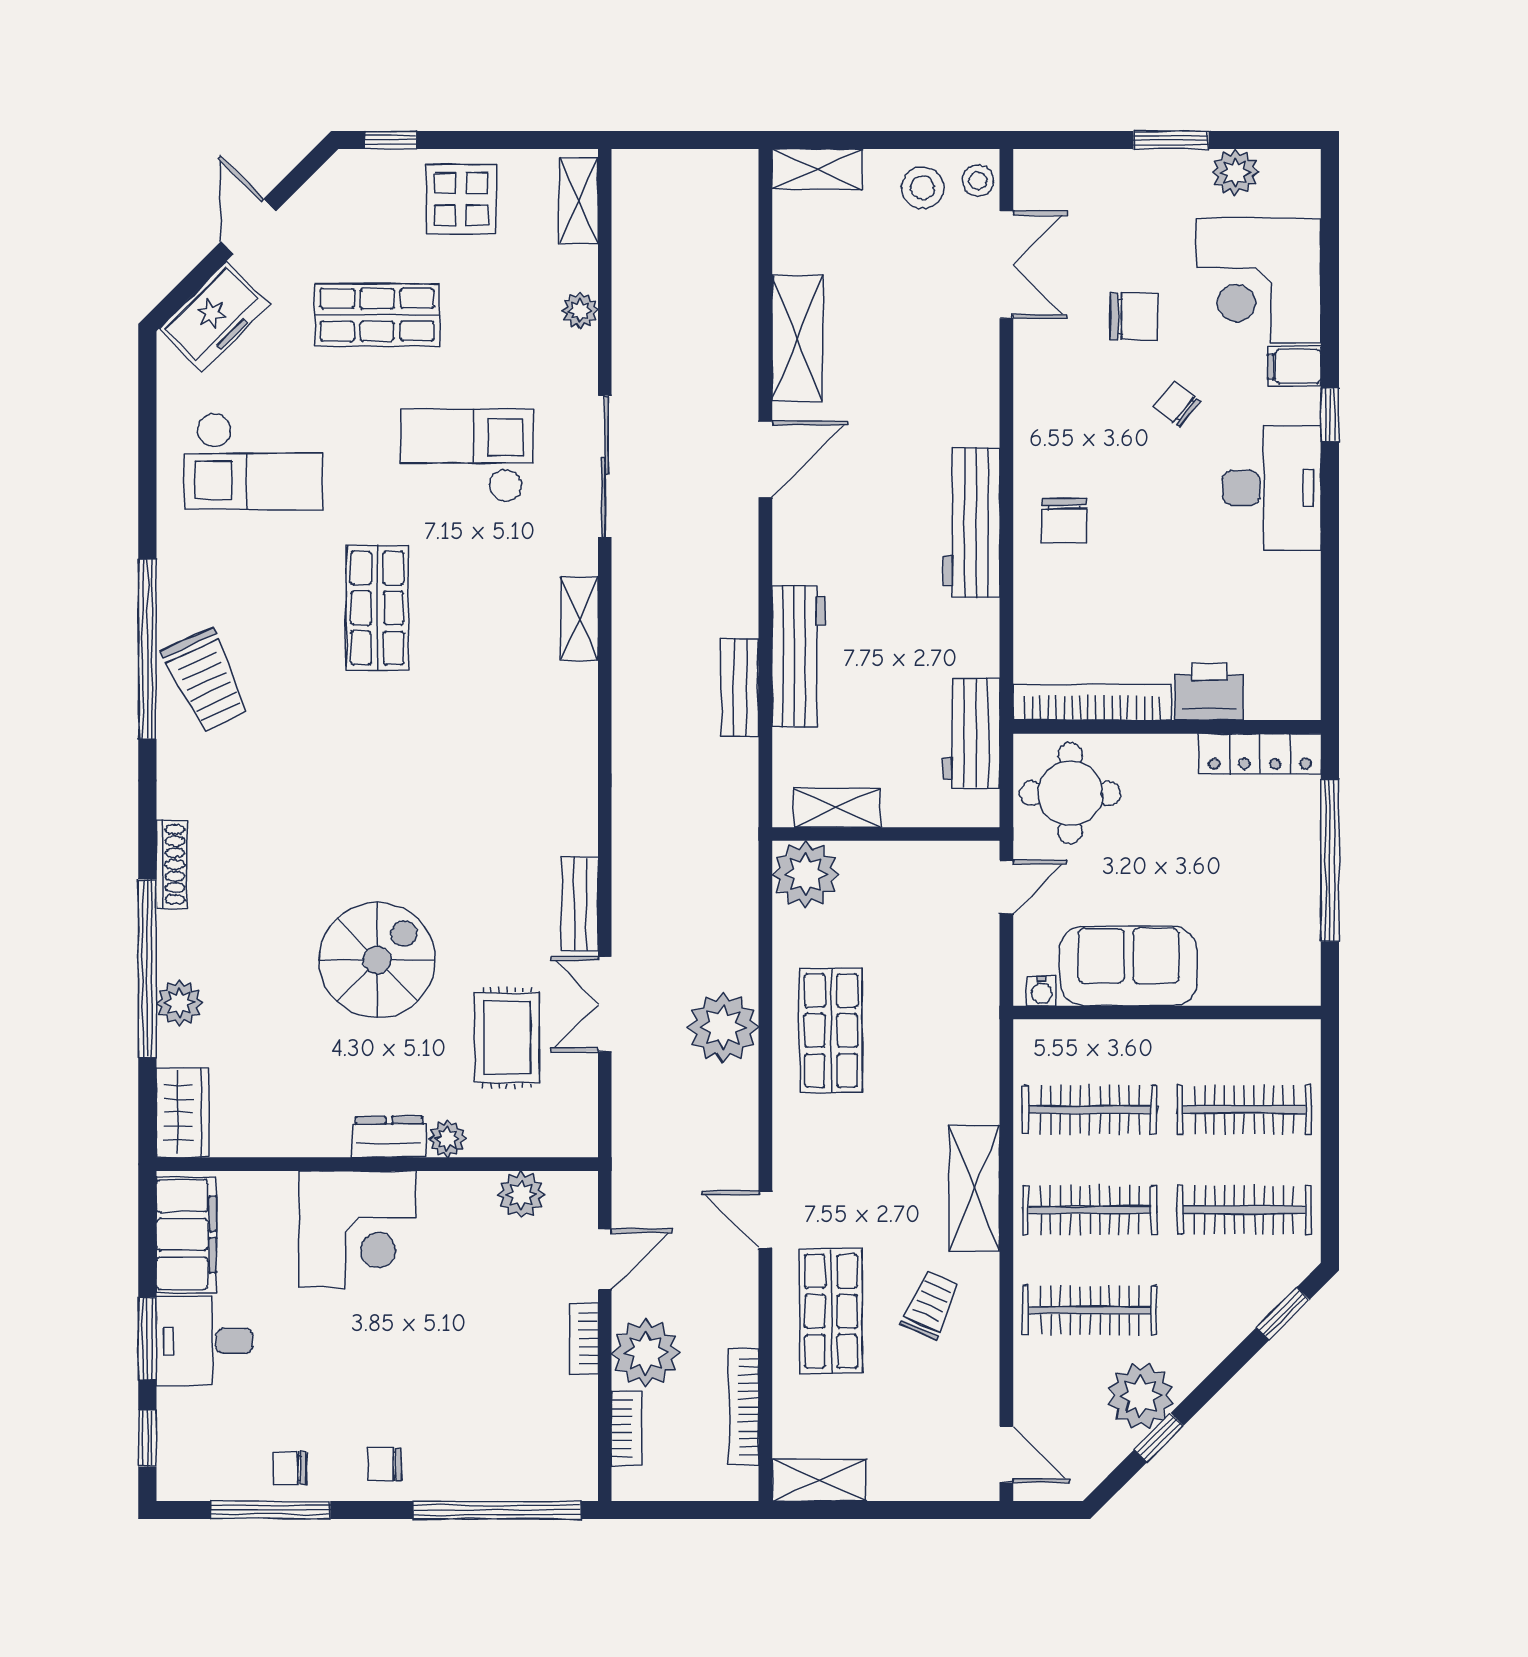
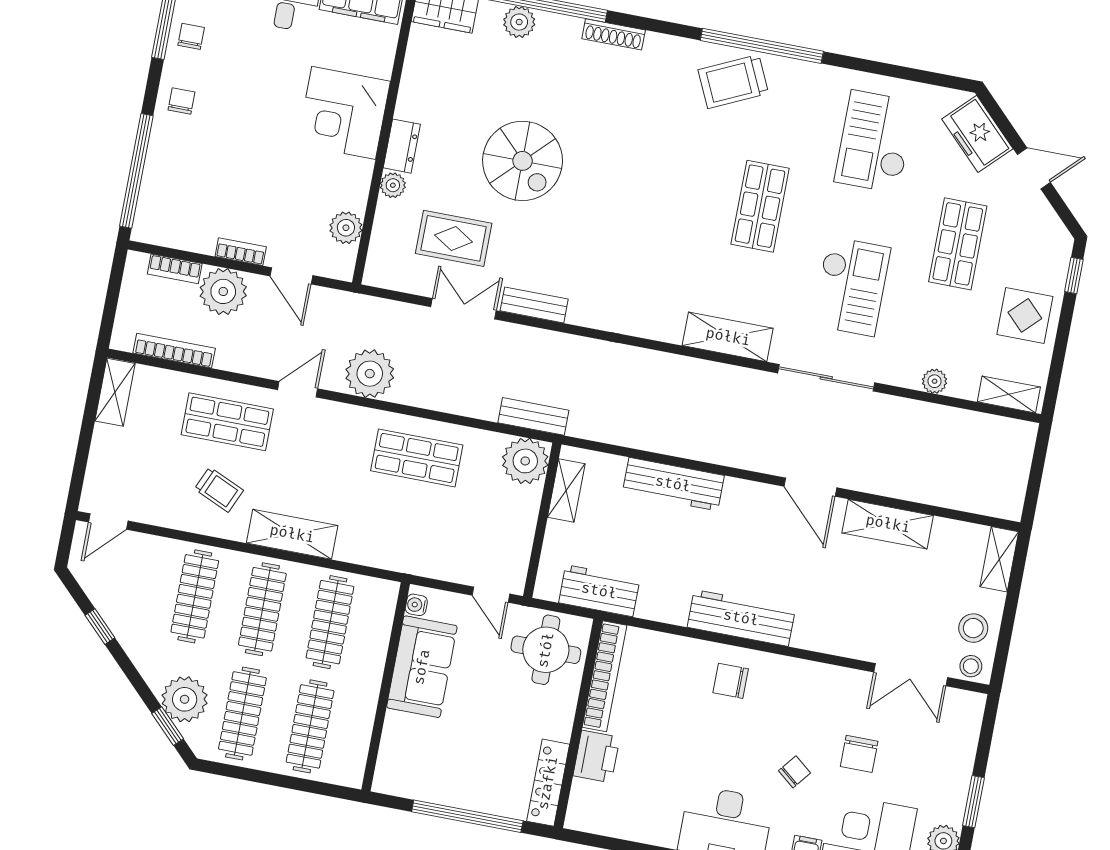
shop shelf: (377, 608) -> (760, 206), turned 90
shelving: (579, 619) -> (728, 337), width x1.50, depth x1.33
bench: (740, 688) -> (533, 416), moved
plant: (723, 1027) -> (370, 374), moved
plant: (1141, 1396) -> (185, 699), moved

